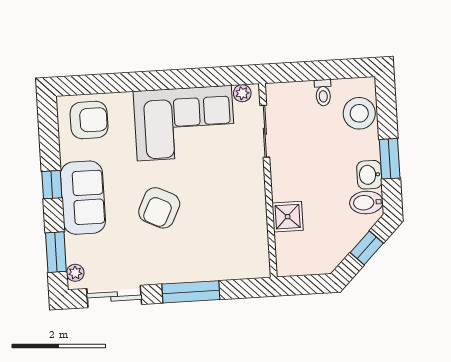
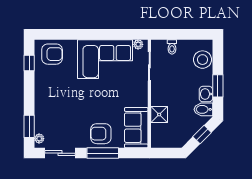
toilet: (323, 93) -> (172, 47), moved
window: (52, 185) -> (29, 63), moved
sofa: (83, 198) -> (136, 128), moved, turned 180
armchair: (159, 208) -> (101, 134), moved, turned 64

